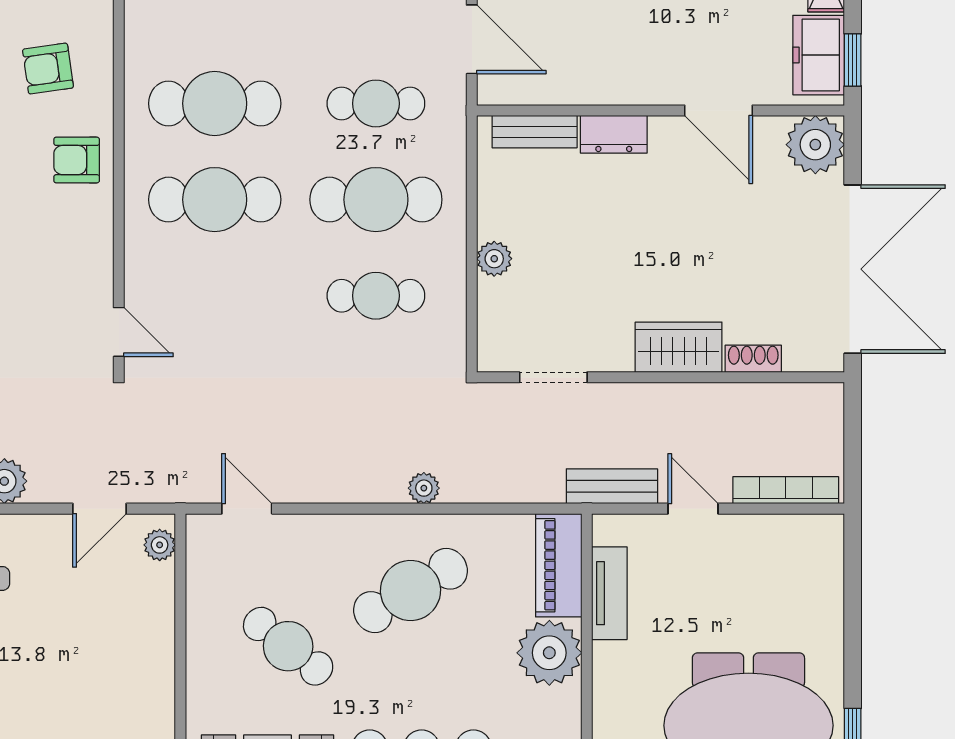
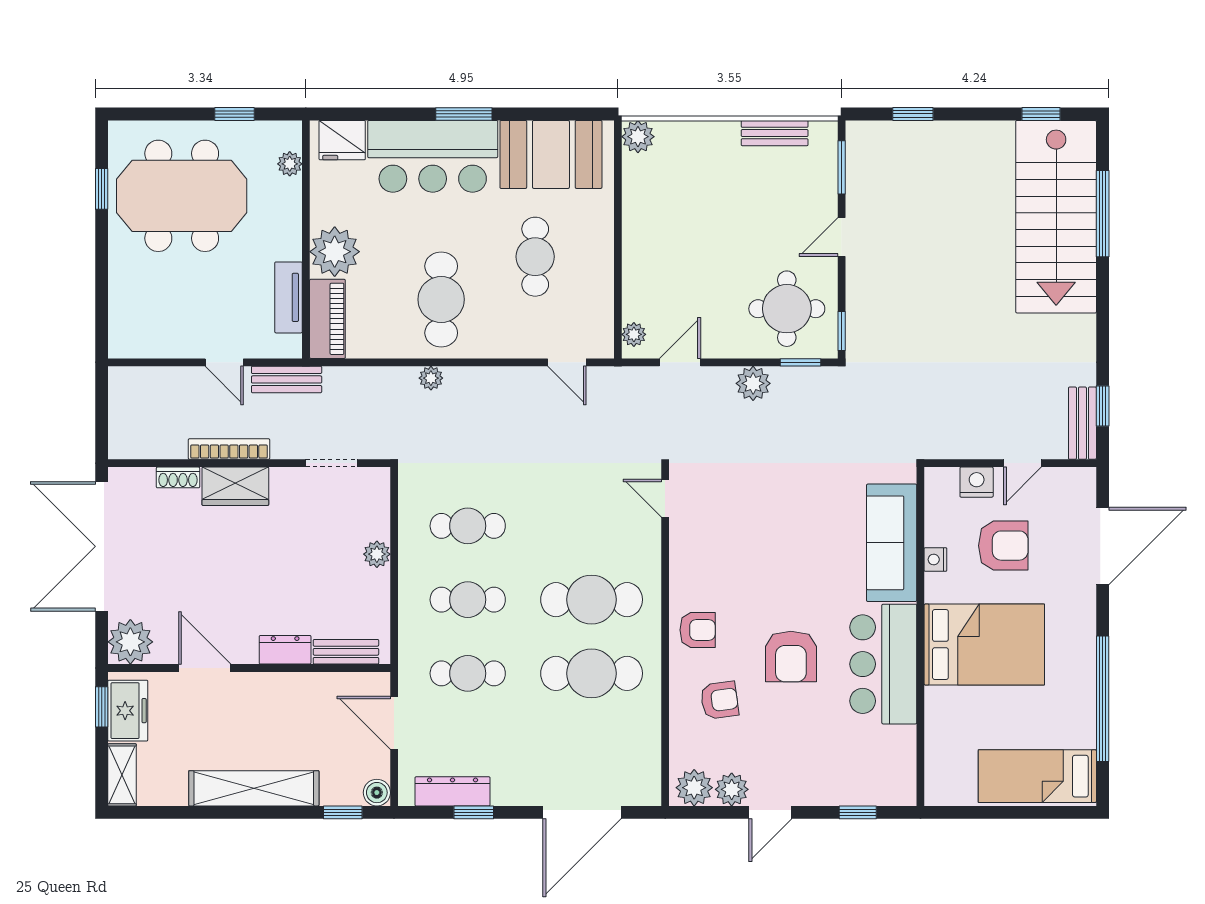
cafe table: (376, 200) -> (468, 600), width x0.73, depth x0.74
bookcase: (786, 490) -> (229, 449), moved, turned 180
cafe table: (411, 590) -> (441, 299), turned -60
cafe table: (288, 646) -> (535, 257), turned 52

